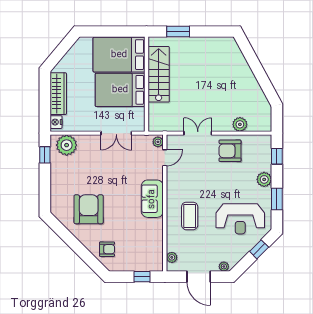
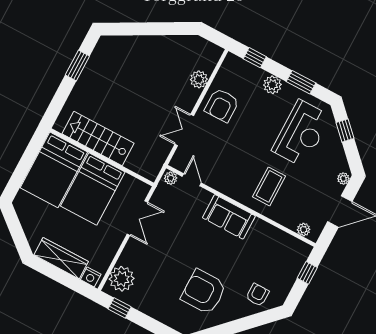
window: (178, 32) -> (77, 66), moved
coffee table: (190, 216) -> (269, 186), turned 90

